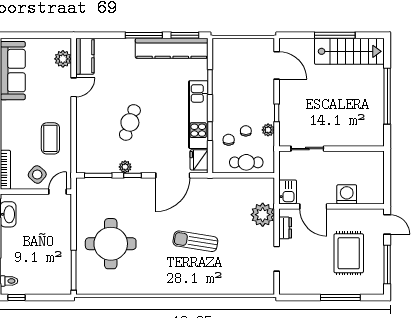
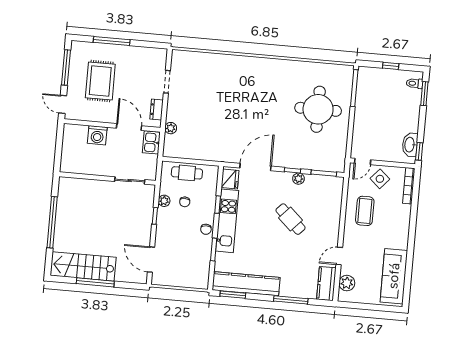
window: (144, 35) -> (291, 300), moved
cafe table: (130, 122) -> (291, 219), turned -66
chair: (229, 140) -> (206, 229), moved
plant: (263, 215) -> (171, 128), width x0.53, depth x0.53
sun lounger: (195, 241) -> (240, 105), removed
window: (16, 298) -> (391, 66), moved

